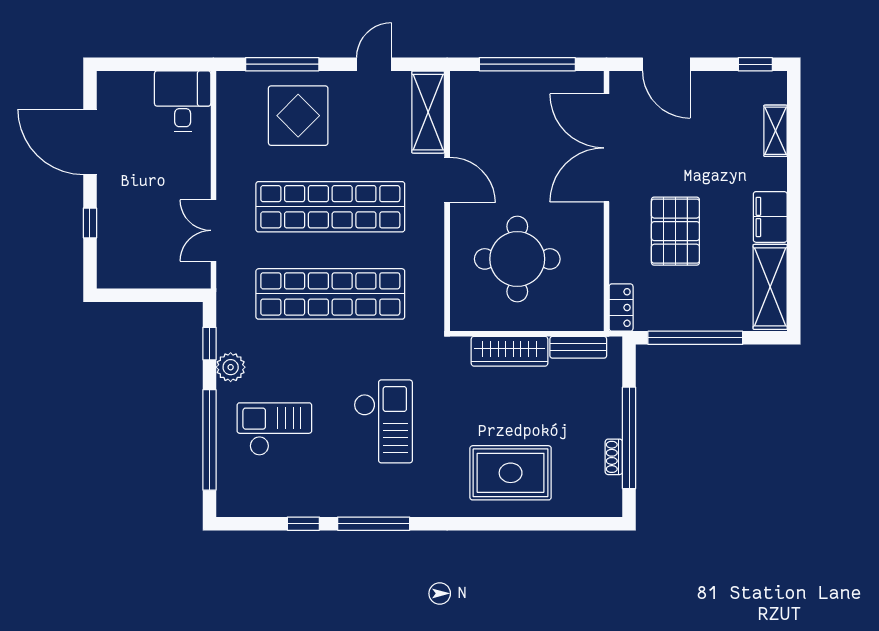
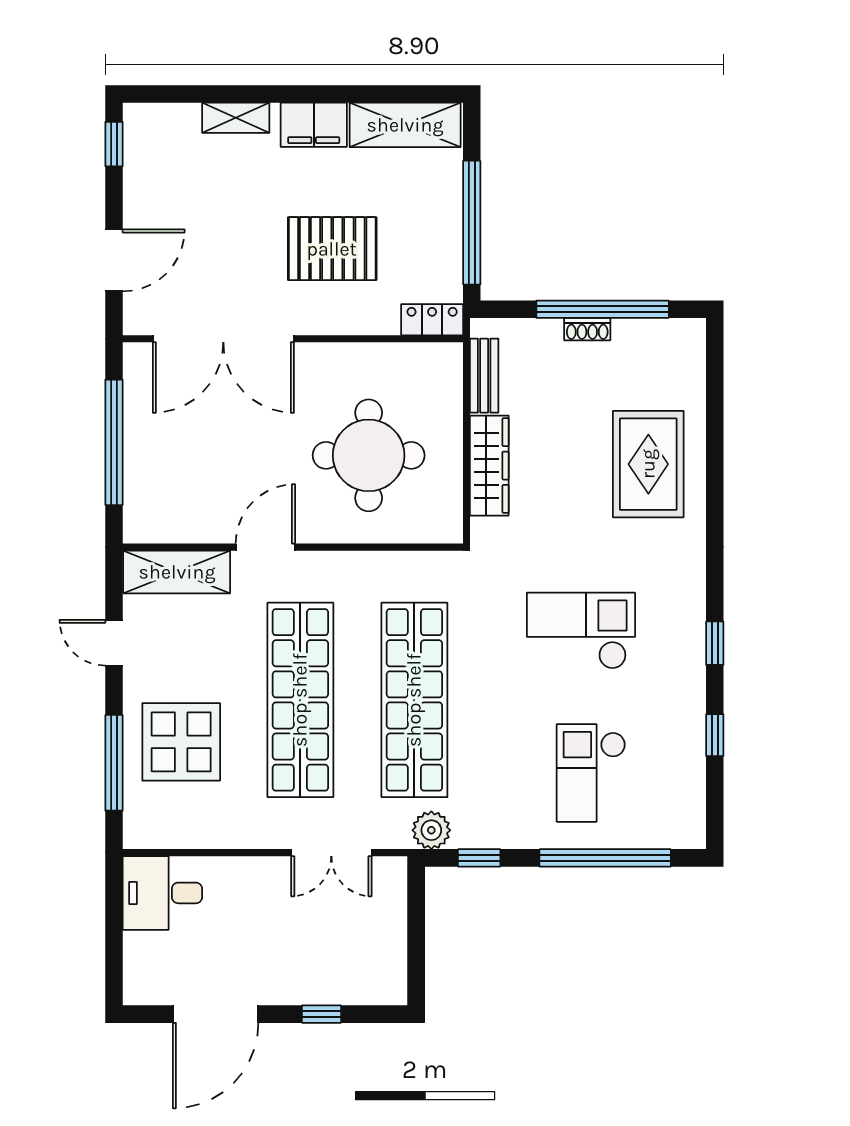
shelving: (776, 131) -> (236, 118), moved
plant: (231, 367) -> (431, 830), moved
shoe rack: (614, 457) -> (587, 329), moved
window: (374, 524) -> (715, 643), width x0.46

